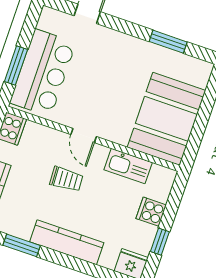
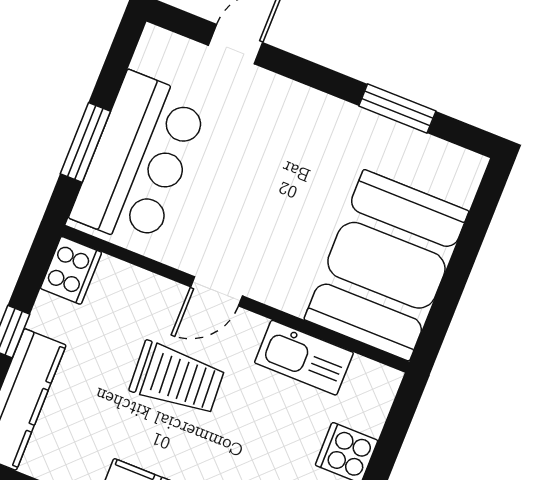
door: (84, 136) -> (216, 291), hinge flipped
trolley: (66, 179) -> (177, 378), width x1.36, depth x1.39

